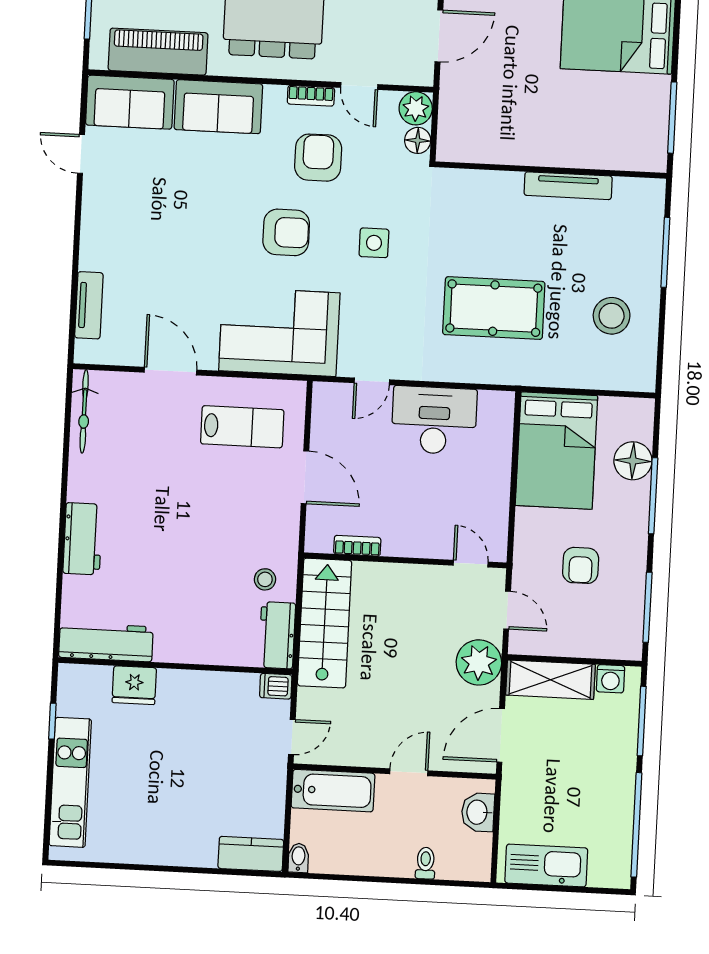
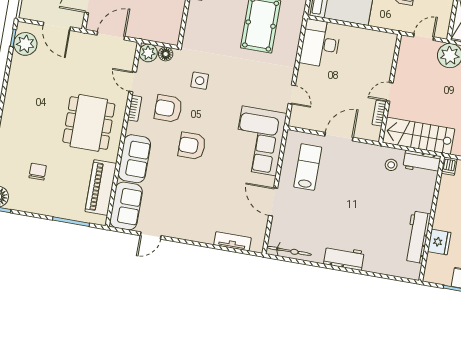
door: (439, 36) -> (111, 36), hinge flipped
door: (359, 86) -> (133, 82), swing flipped
armchair: (286, 232) -> (192, 146), moved, turned -90
side table: (374, 243) -> (200, 81), moved
door: (170, 371) -> (273, 202), hinge flipped
desk: (434, 420) -> (320, 44), moved
workbench: (83, 539) -> (344, 258), moved
door: (471, 564) -> (390, 92), moved
workbench: (106, 642) -> (417, 237), moved

